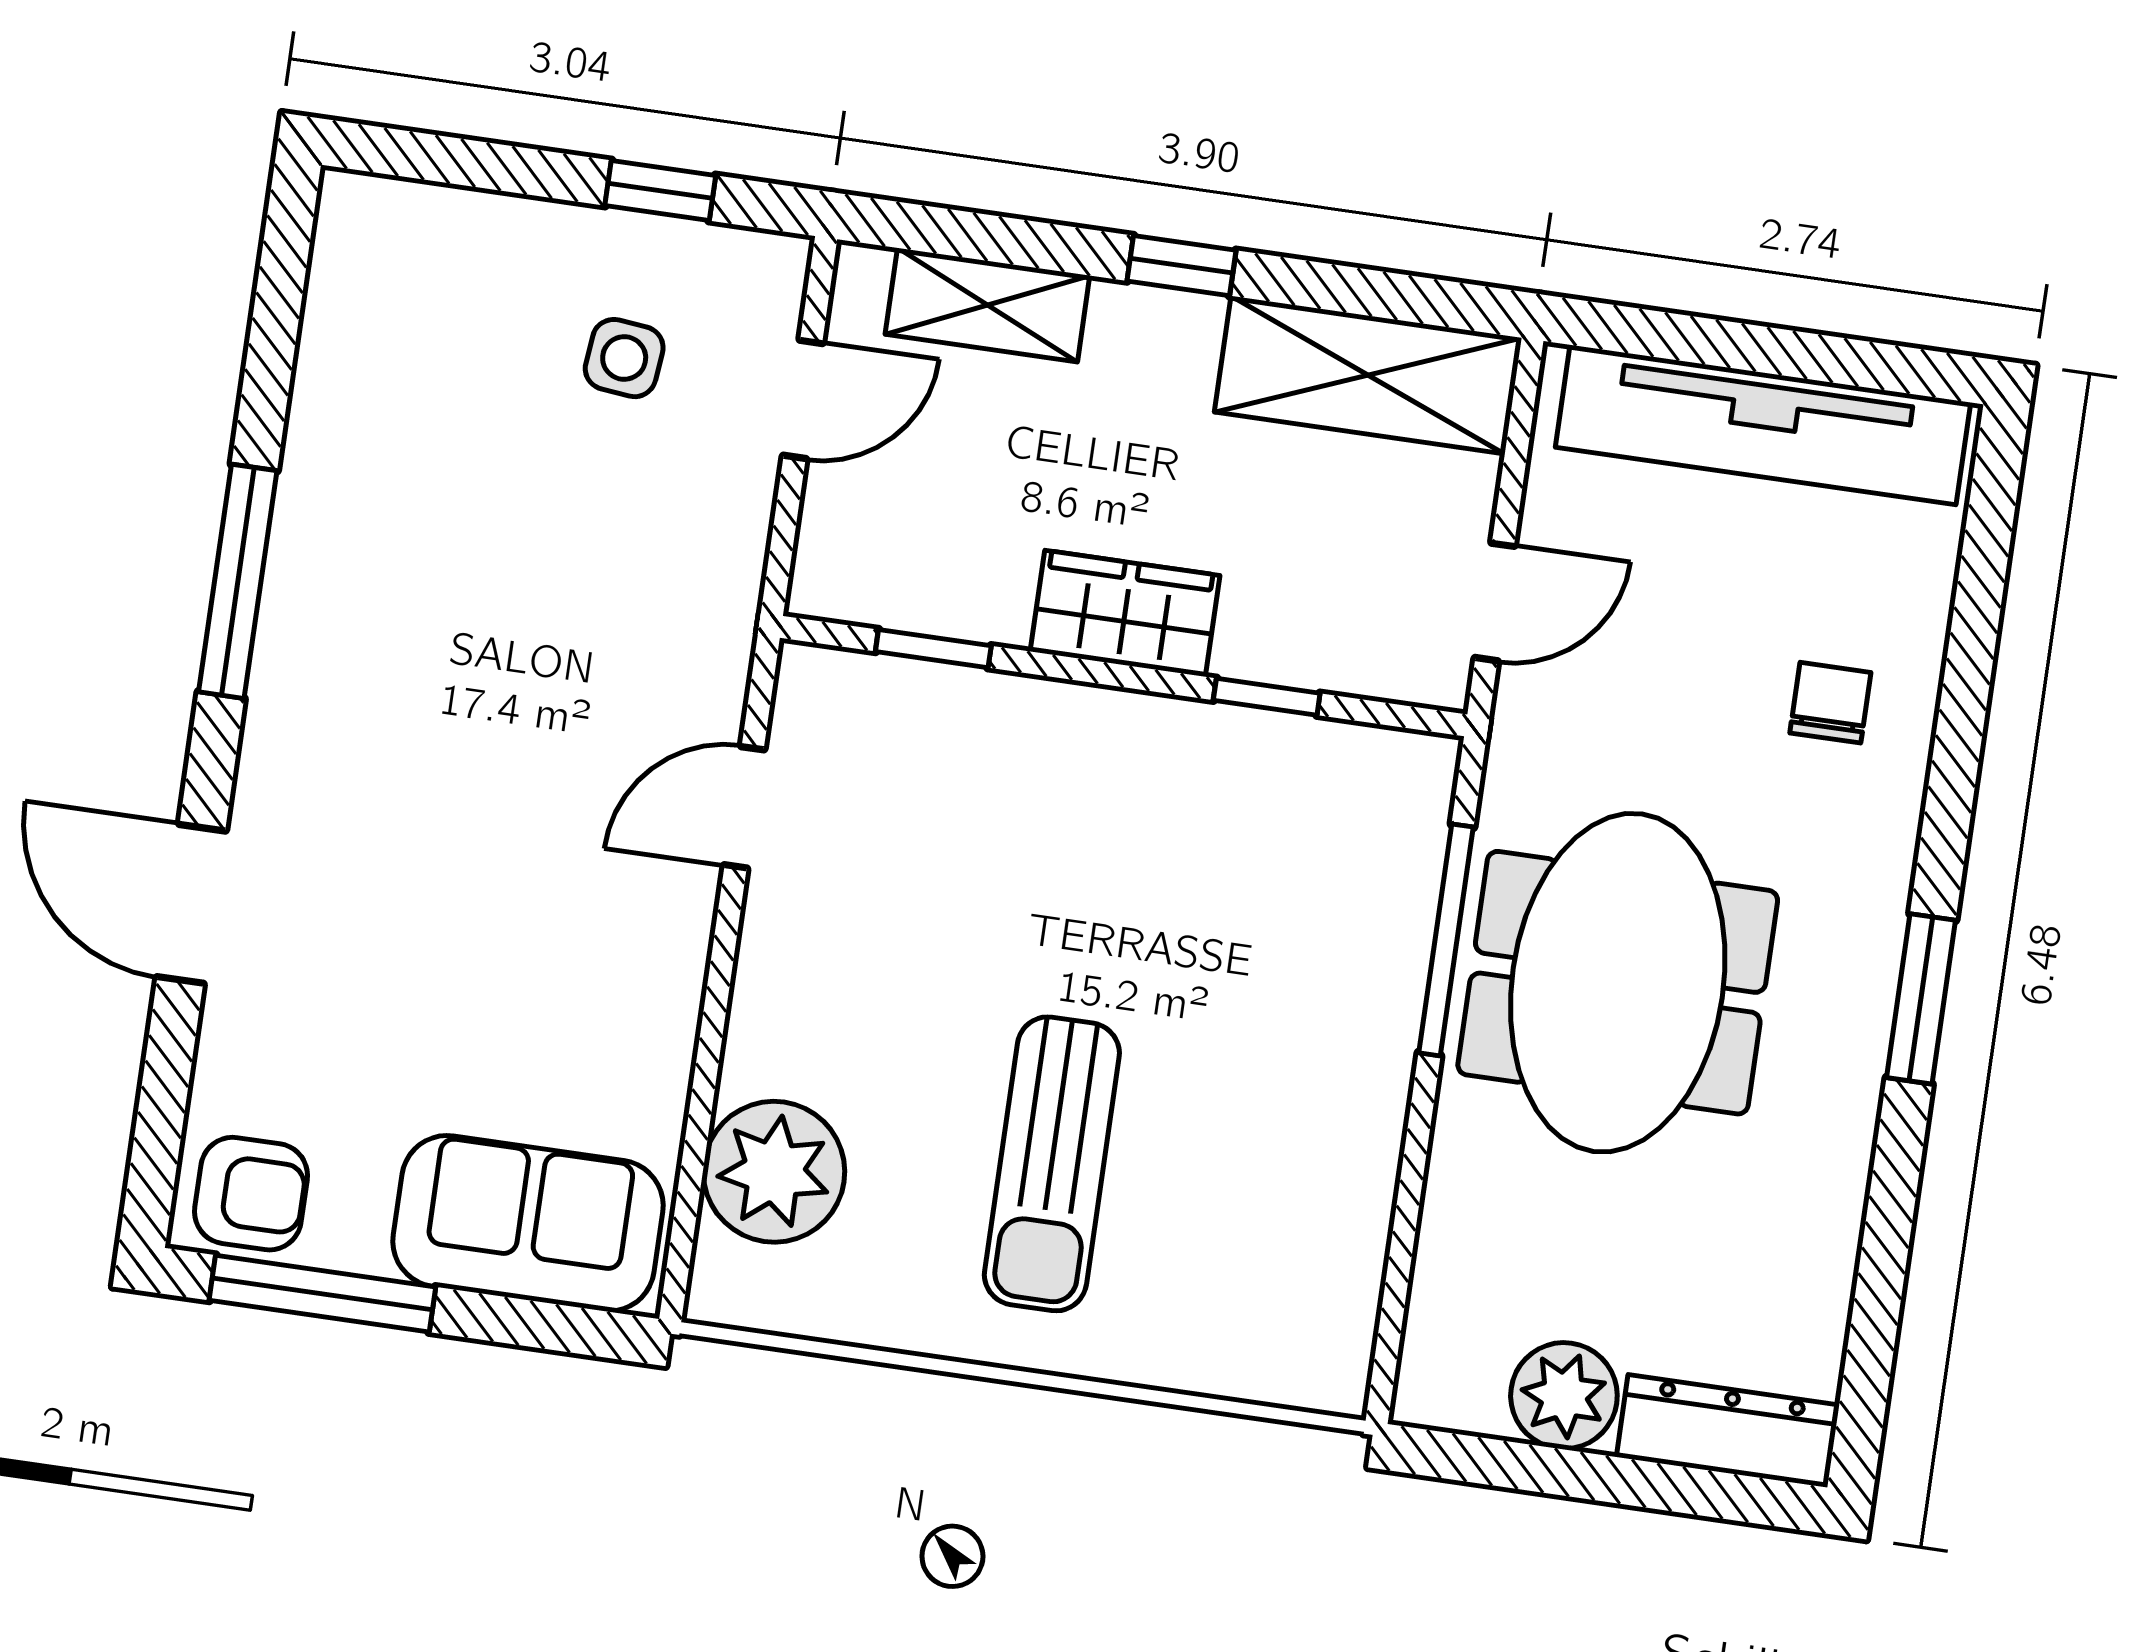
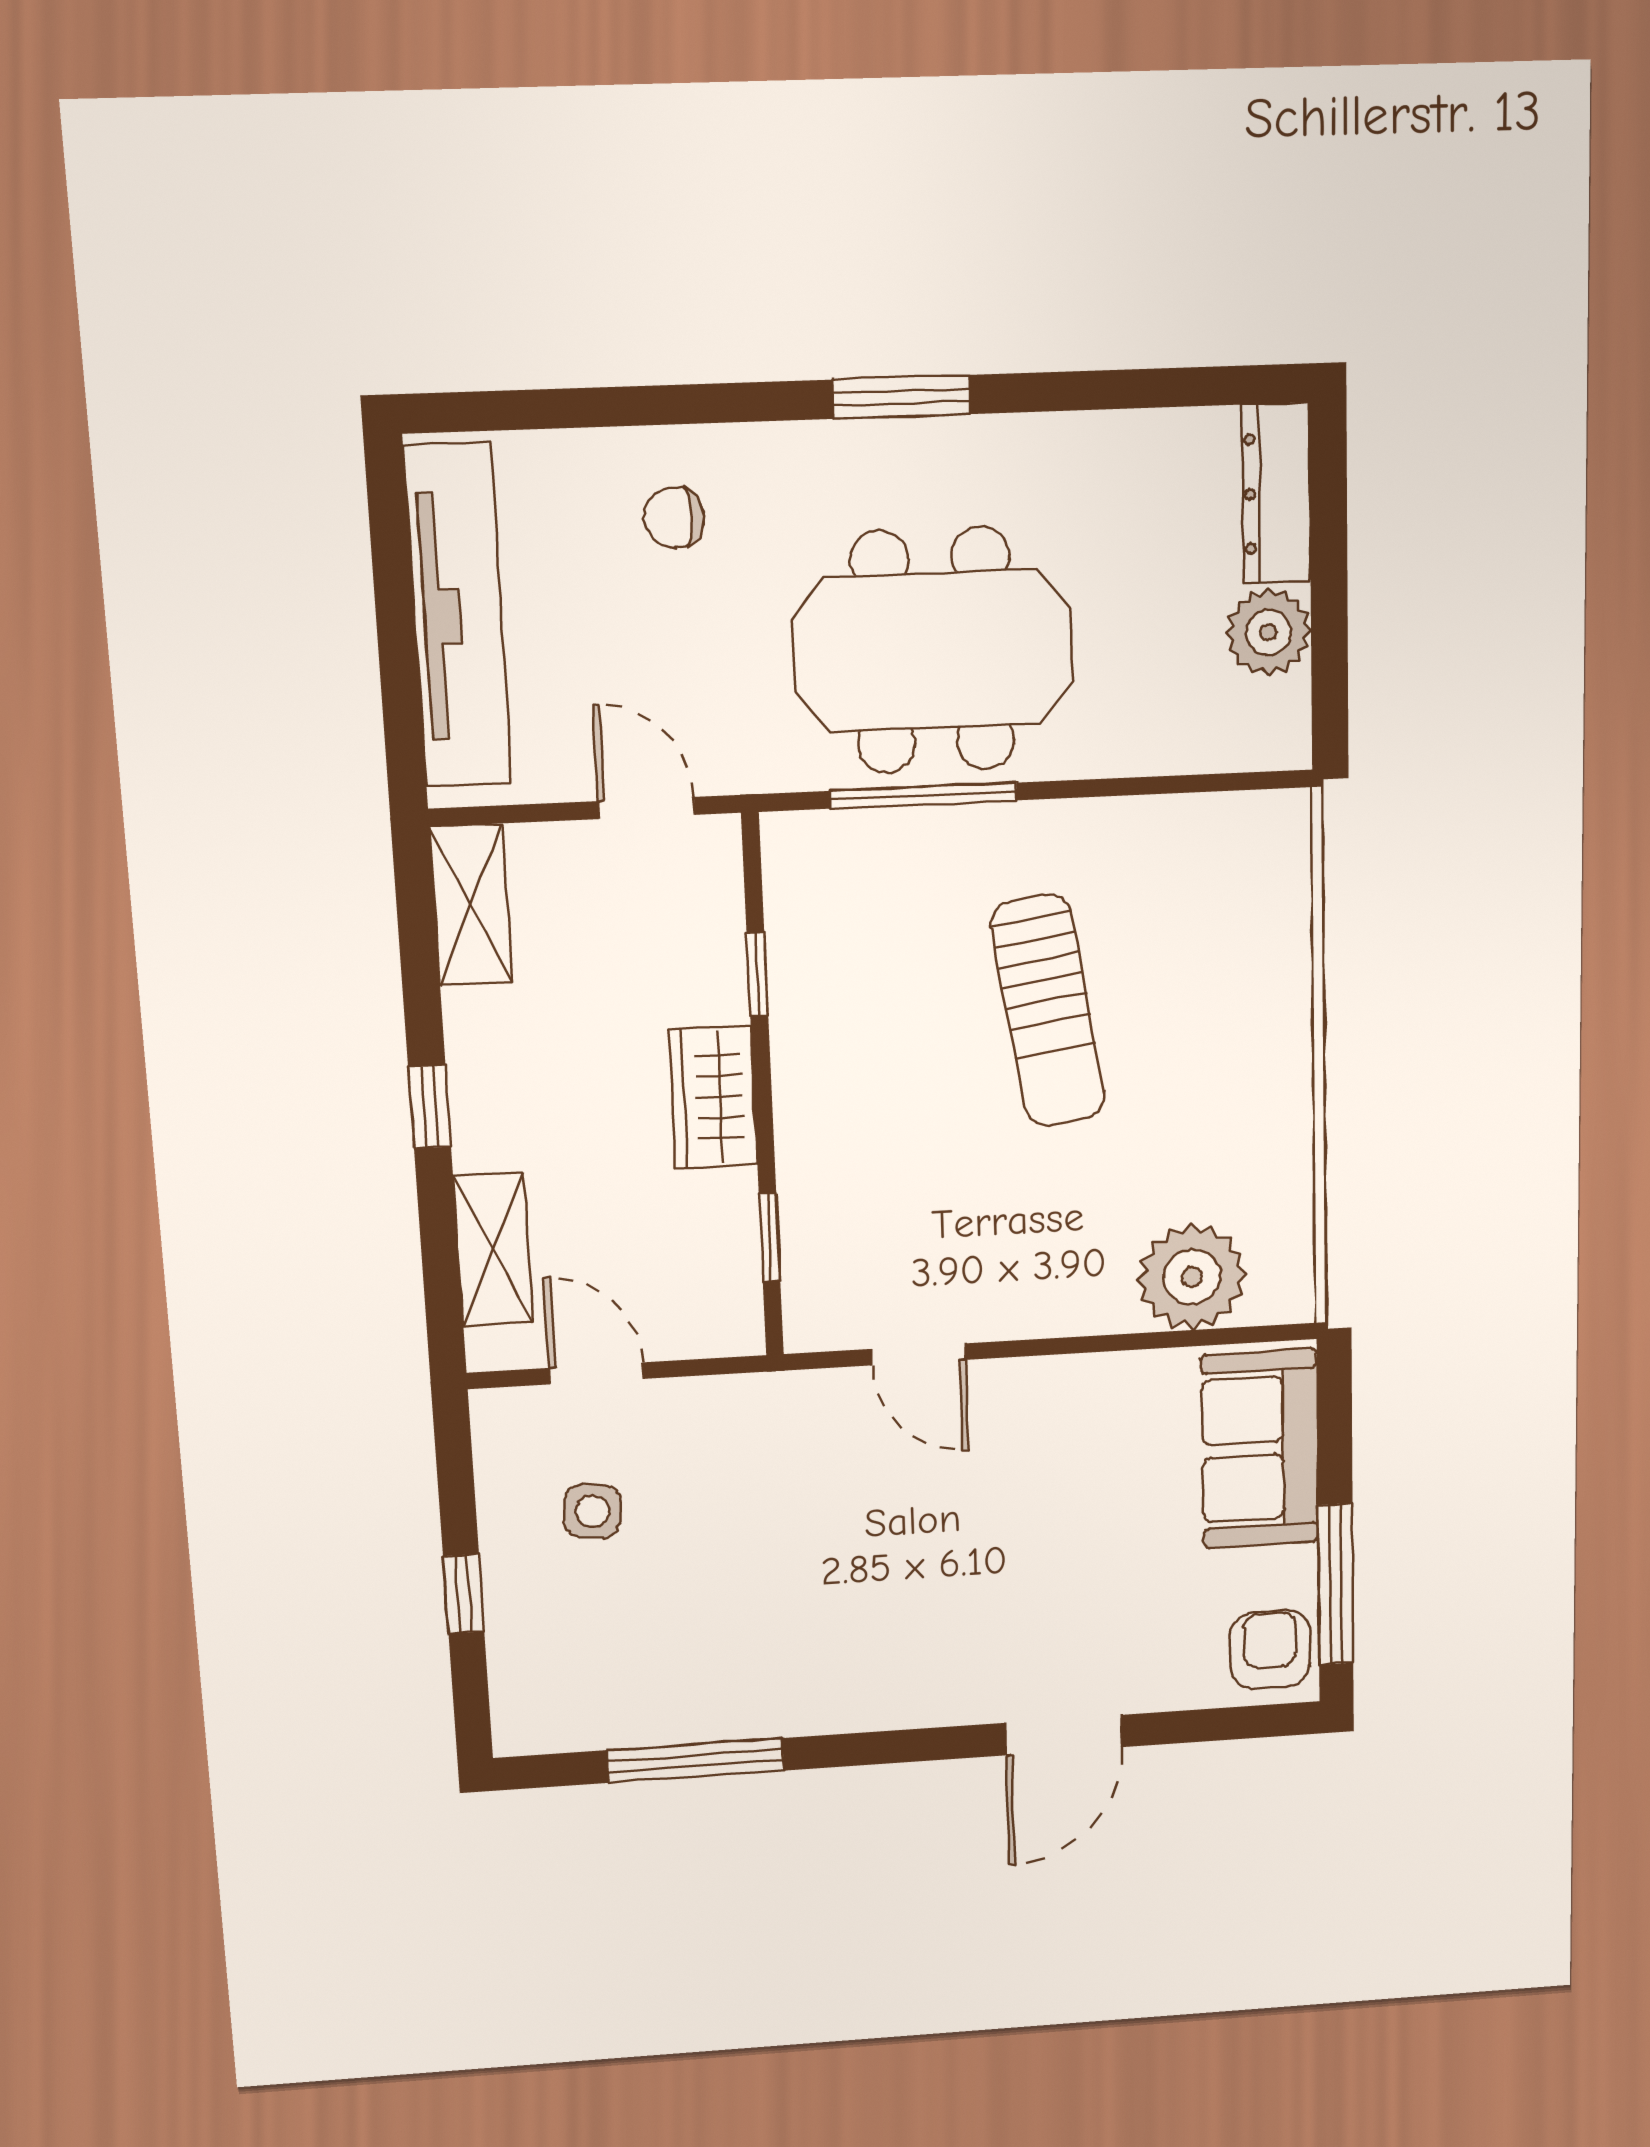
window: (660, 191) -> (464, 1594), moved
shelving: (1368, 375) -> (471, 905), width x0.67, depth x0.75
window: (238, 581) -> (695, 1760), moved
sun lounger: (1052, 1164) -> (1048, 1011), moved, turned 81

